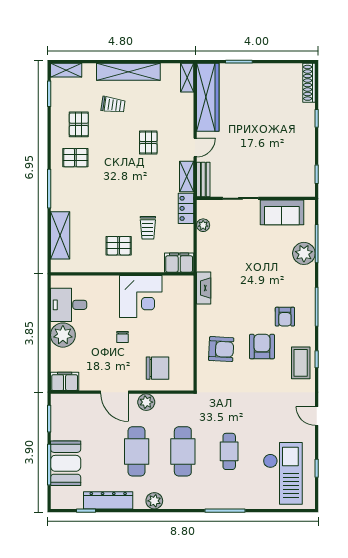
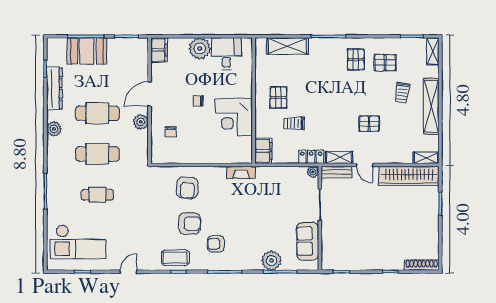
plant: (203, 225) -> (313, 172), moved
chair: (157, 368) -> (171, 132), width x0.54, depth x0.54

